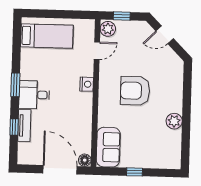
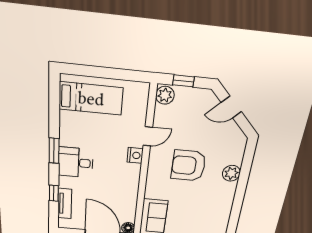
door: (97, 51) -> (148, 136), moved
plant: (174, 121) -> (231, 173), moved
tv unit: (24, 126) -> (65, 204), moved

